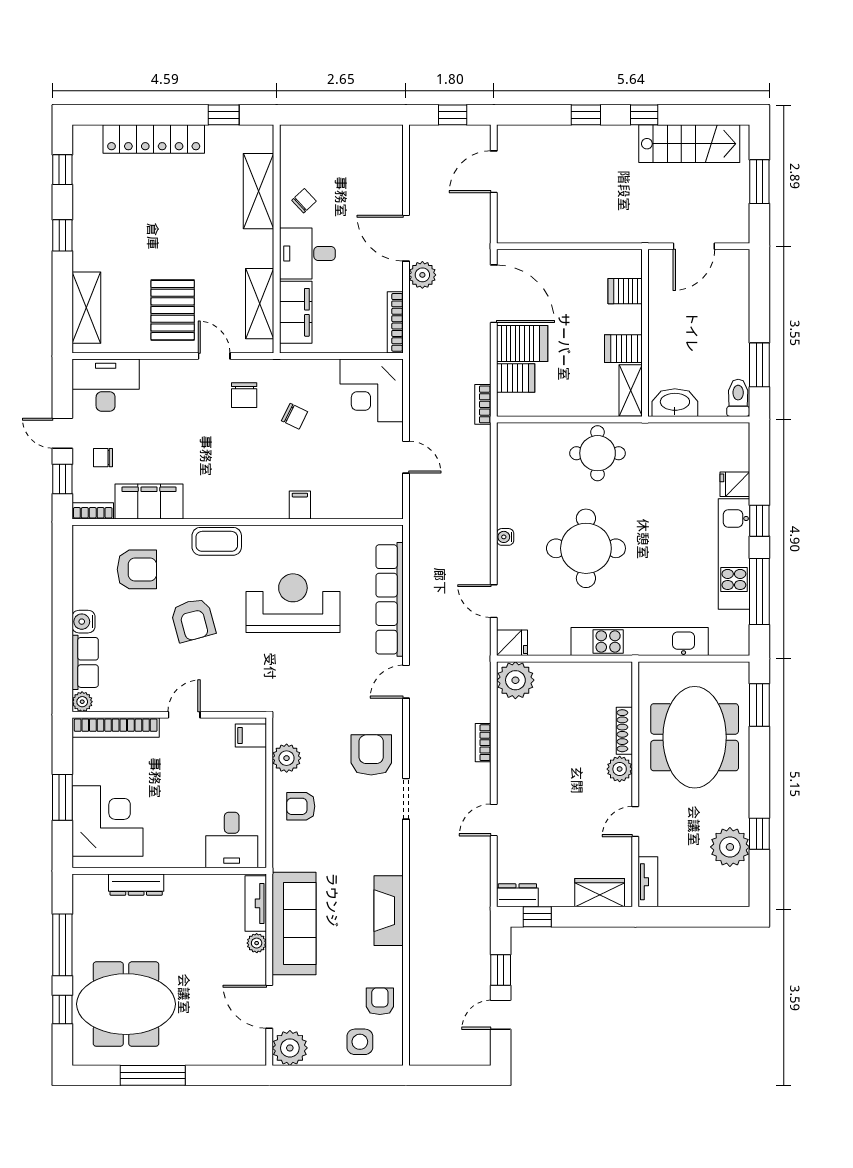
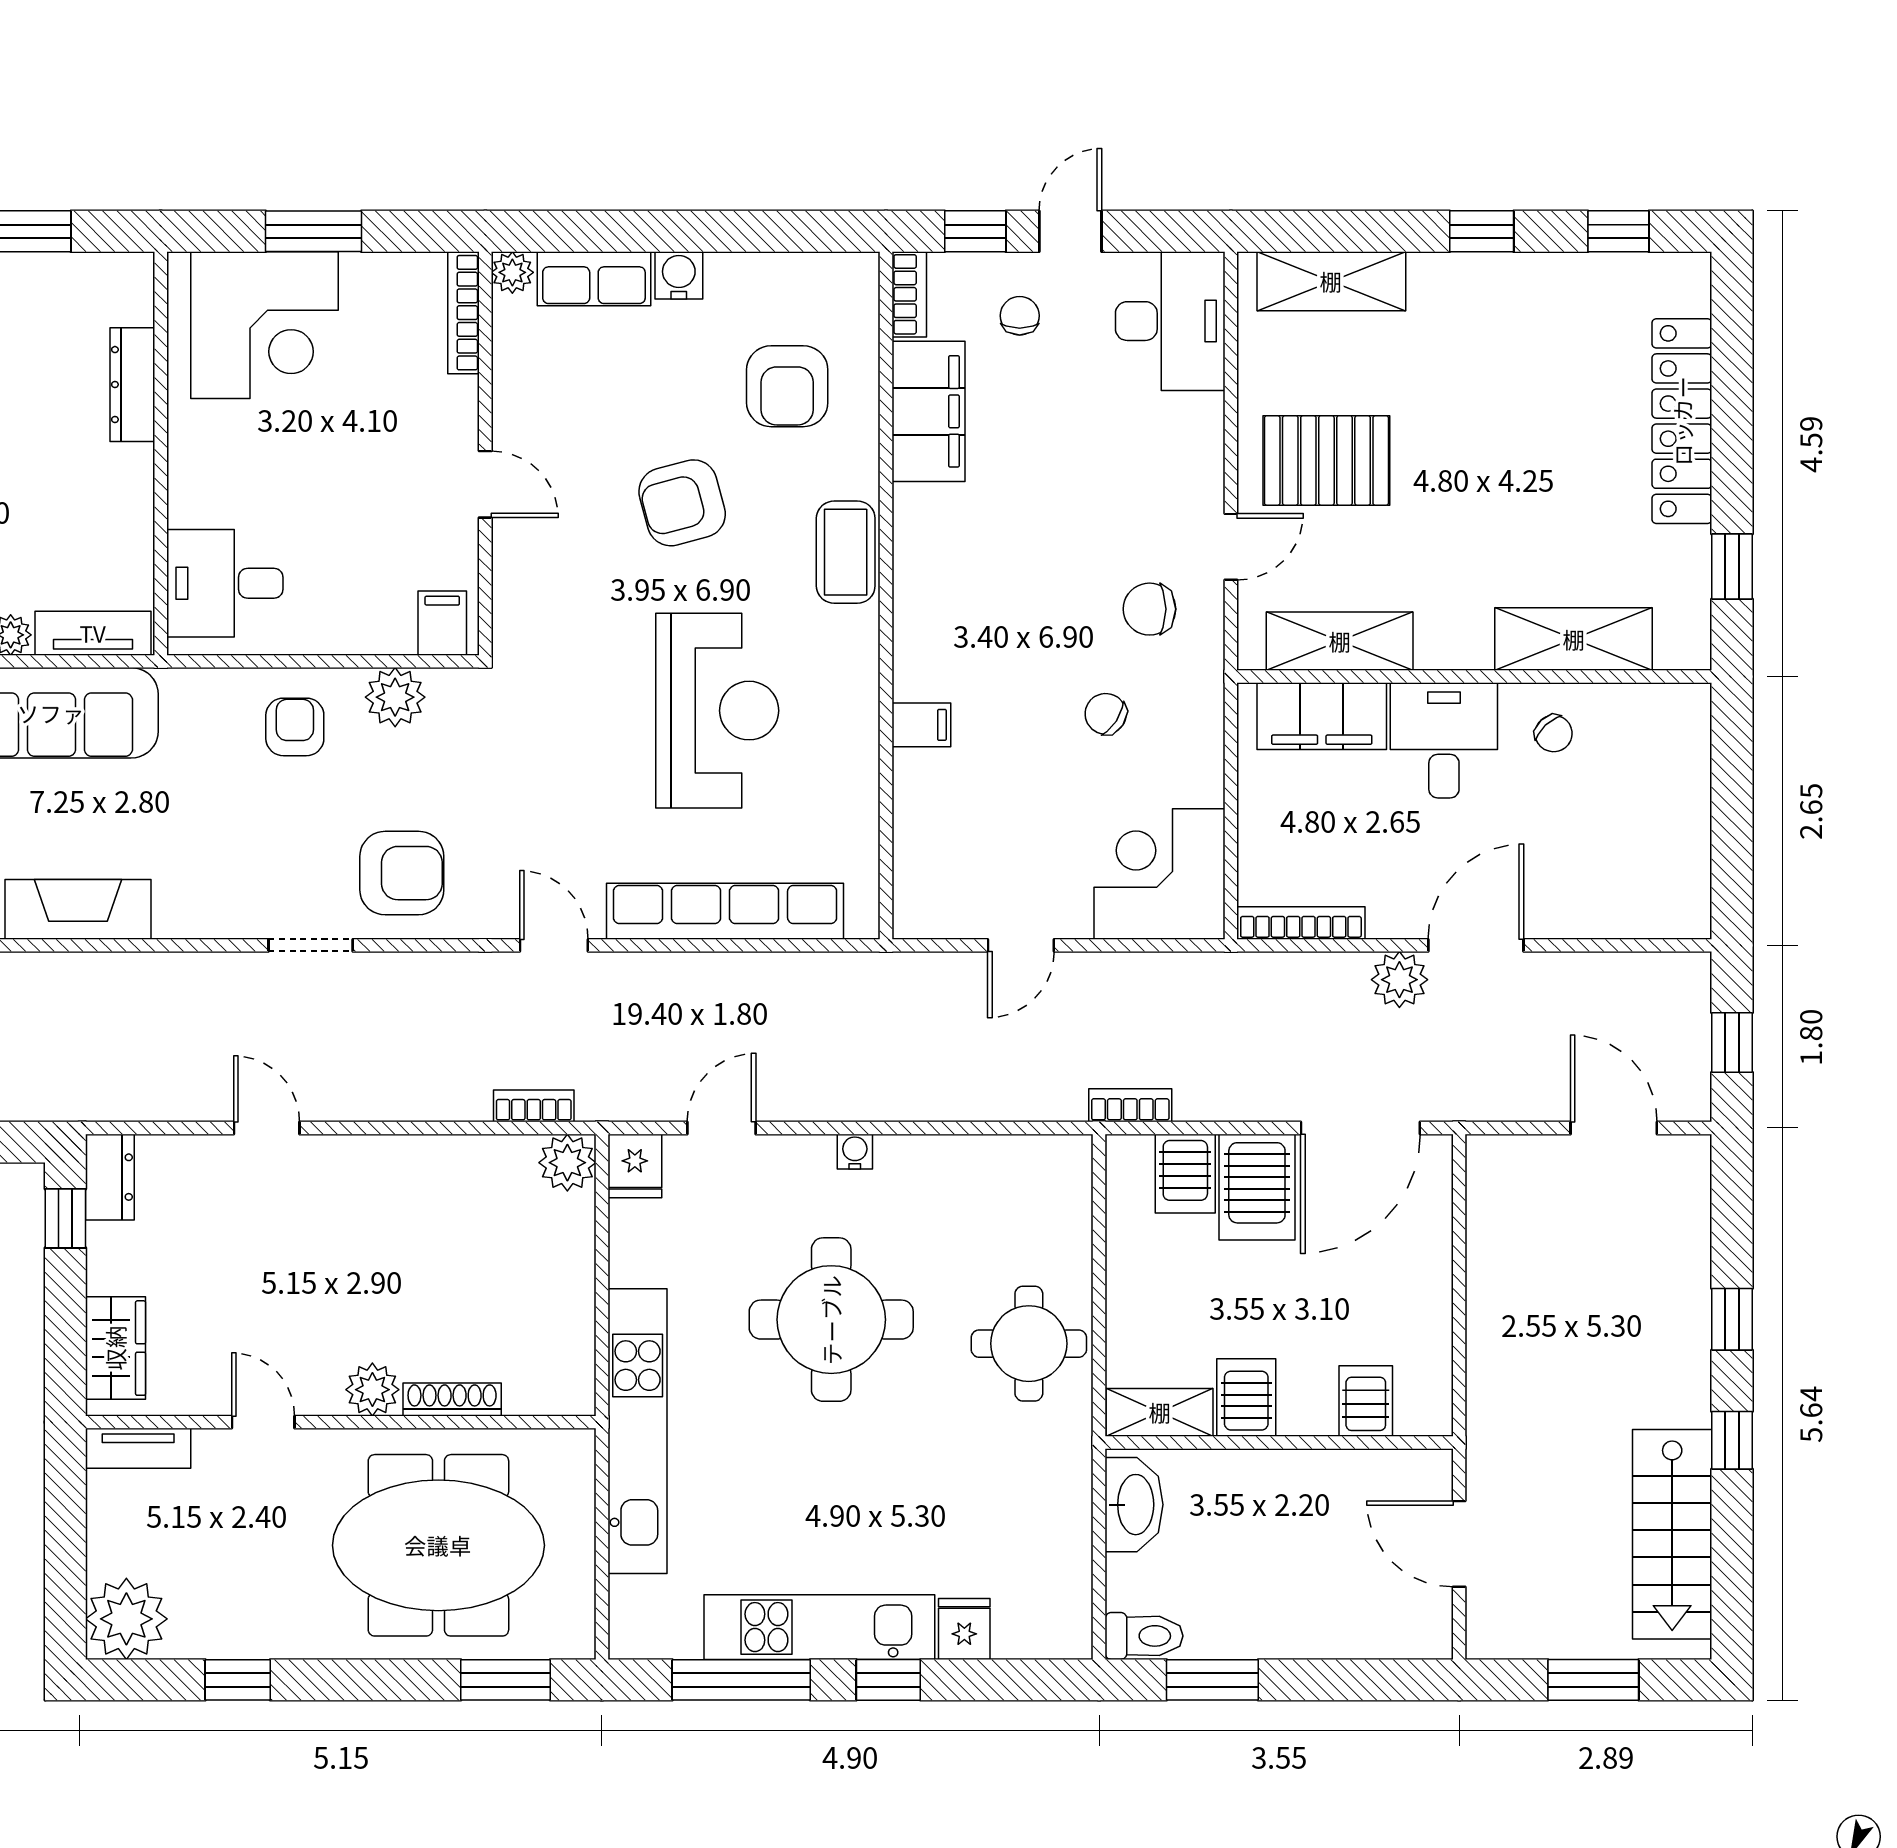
chair: (295, 416) -> (1106, 714), turned 97
plant: (515, 680) -> (567, 1163), width x0.73, depth x0.73
bookcase: (116, 728) -> (464, 313), width x0.68, depth x0.76
bookcase: (483, 743) -> (534, 1106), moved
plant: (730, 847) -> (126, 1619), moved

